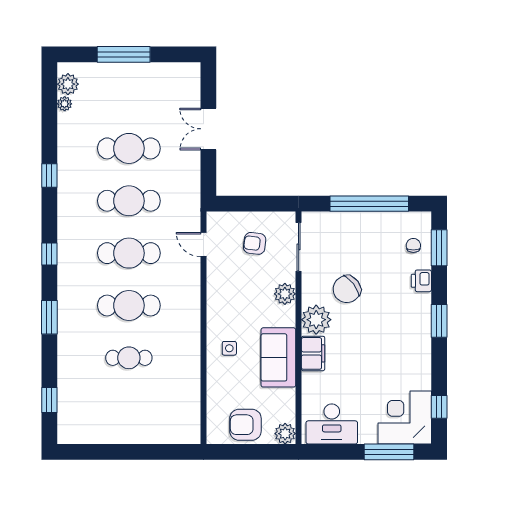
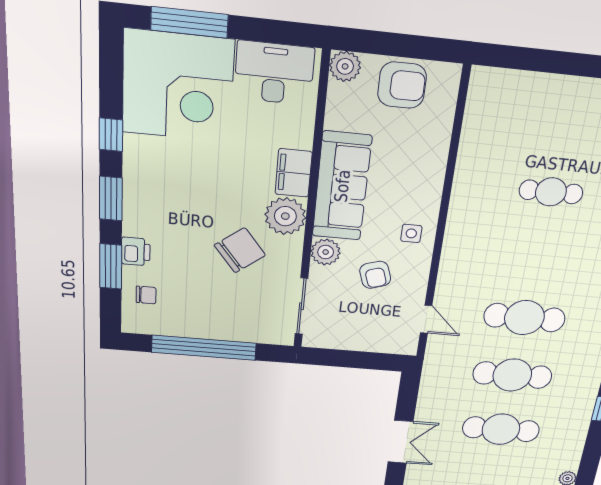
armchair: (255, 243) -> (375, 275), moved, turned 65
chair: (413, 245) -> (146, 295), turned -90
window: (439, 248) -> (111, 267), moved
cafe table: (129, 305) -> (537, 257), removed
side table: (229, 348) -> (411, 233), moved
sofa: (278, 357) -> (342, 186), width x1.36
window: (439, 407) -> (111, 135), moved
corner desk: (405, 417) -> (178, 86), width x1.36, depth x1.36

